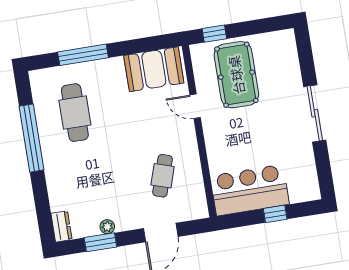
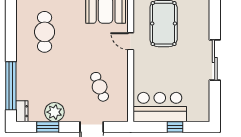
window: (32, 138) -> (11, 86), moved
cafe table: (163, 176) -> (100, 87), turned -39
plant: (107, 227) -> (54, 112), width x1.88, depth x1.88

